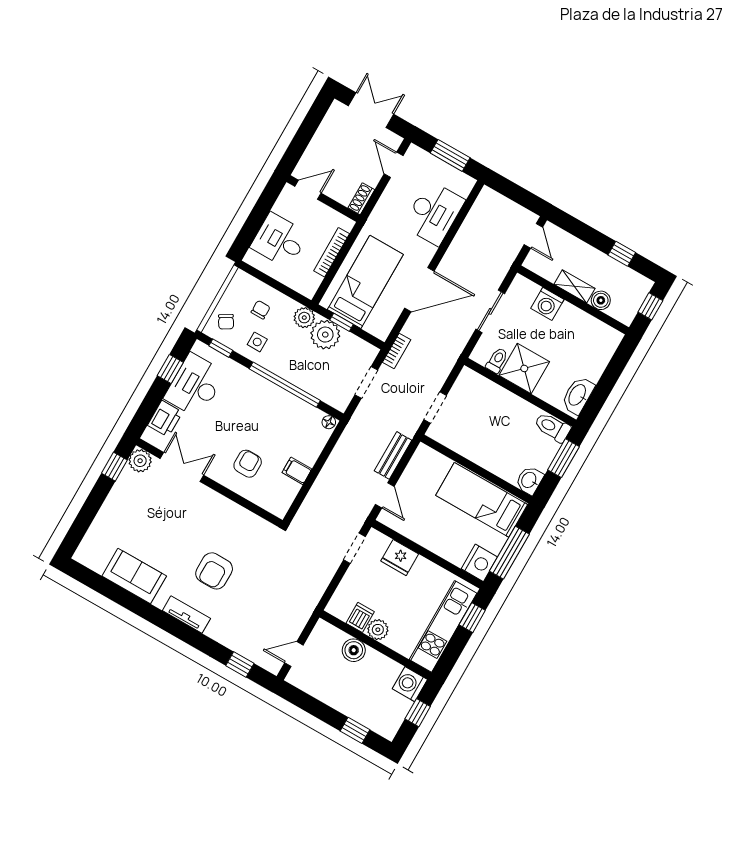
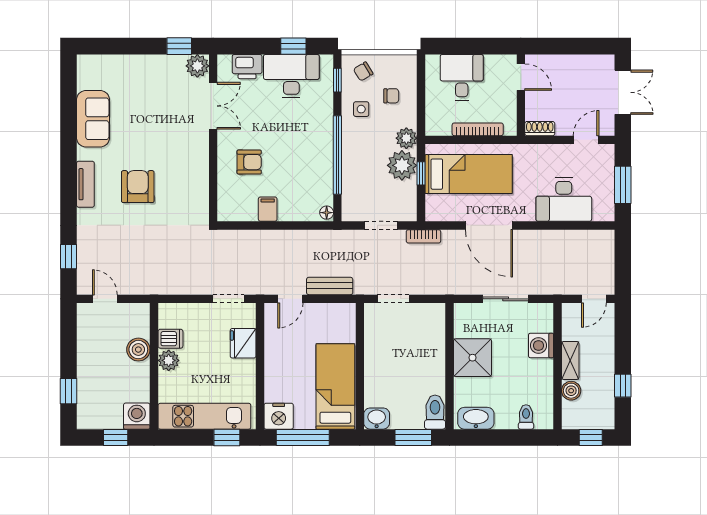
toilet: (497, 360) -> (526, 417), moved, turned -90
armchair: (214, 571) -> (138, 187), turned 90

